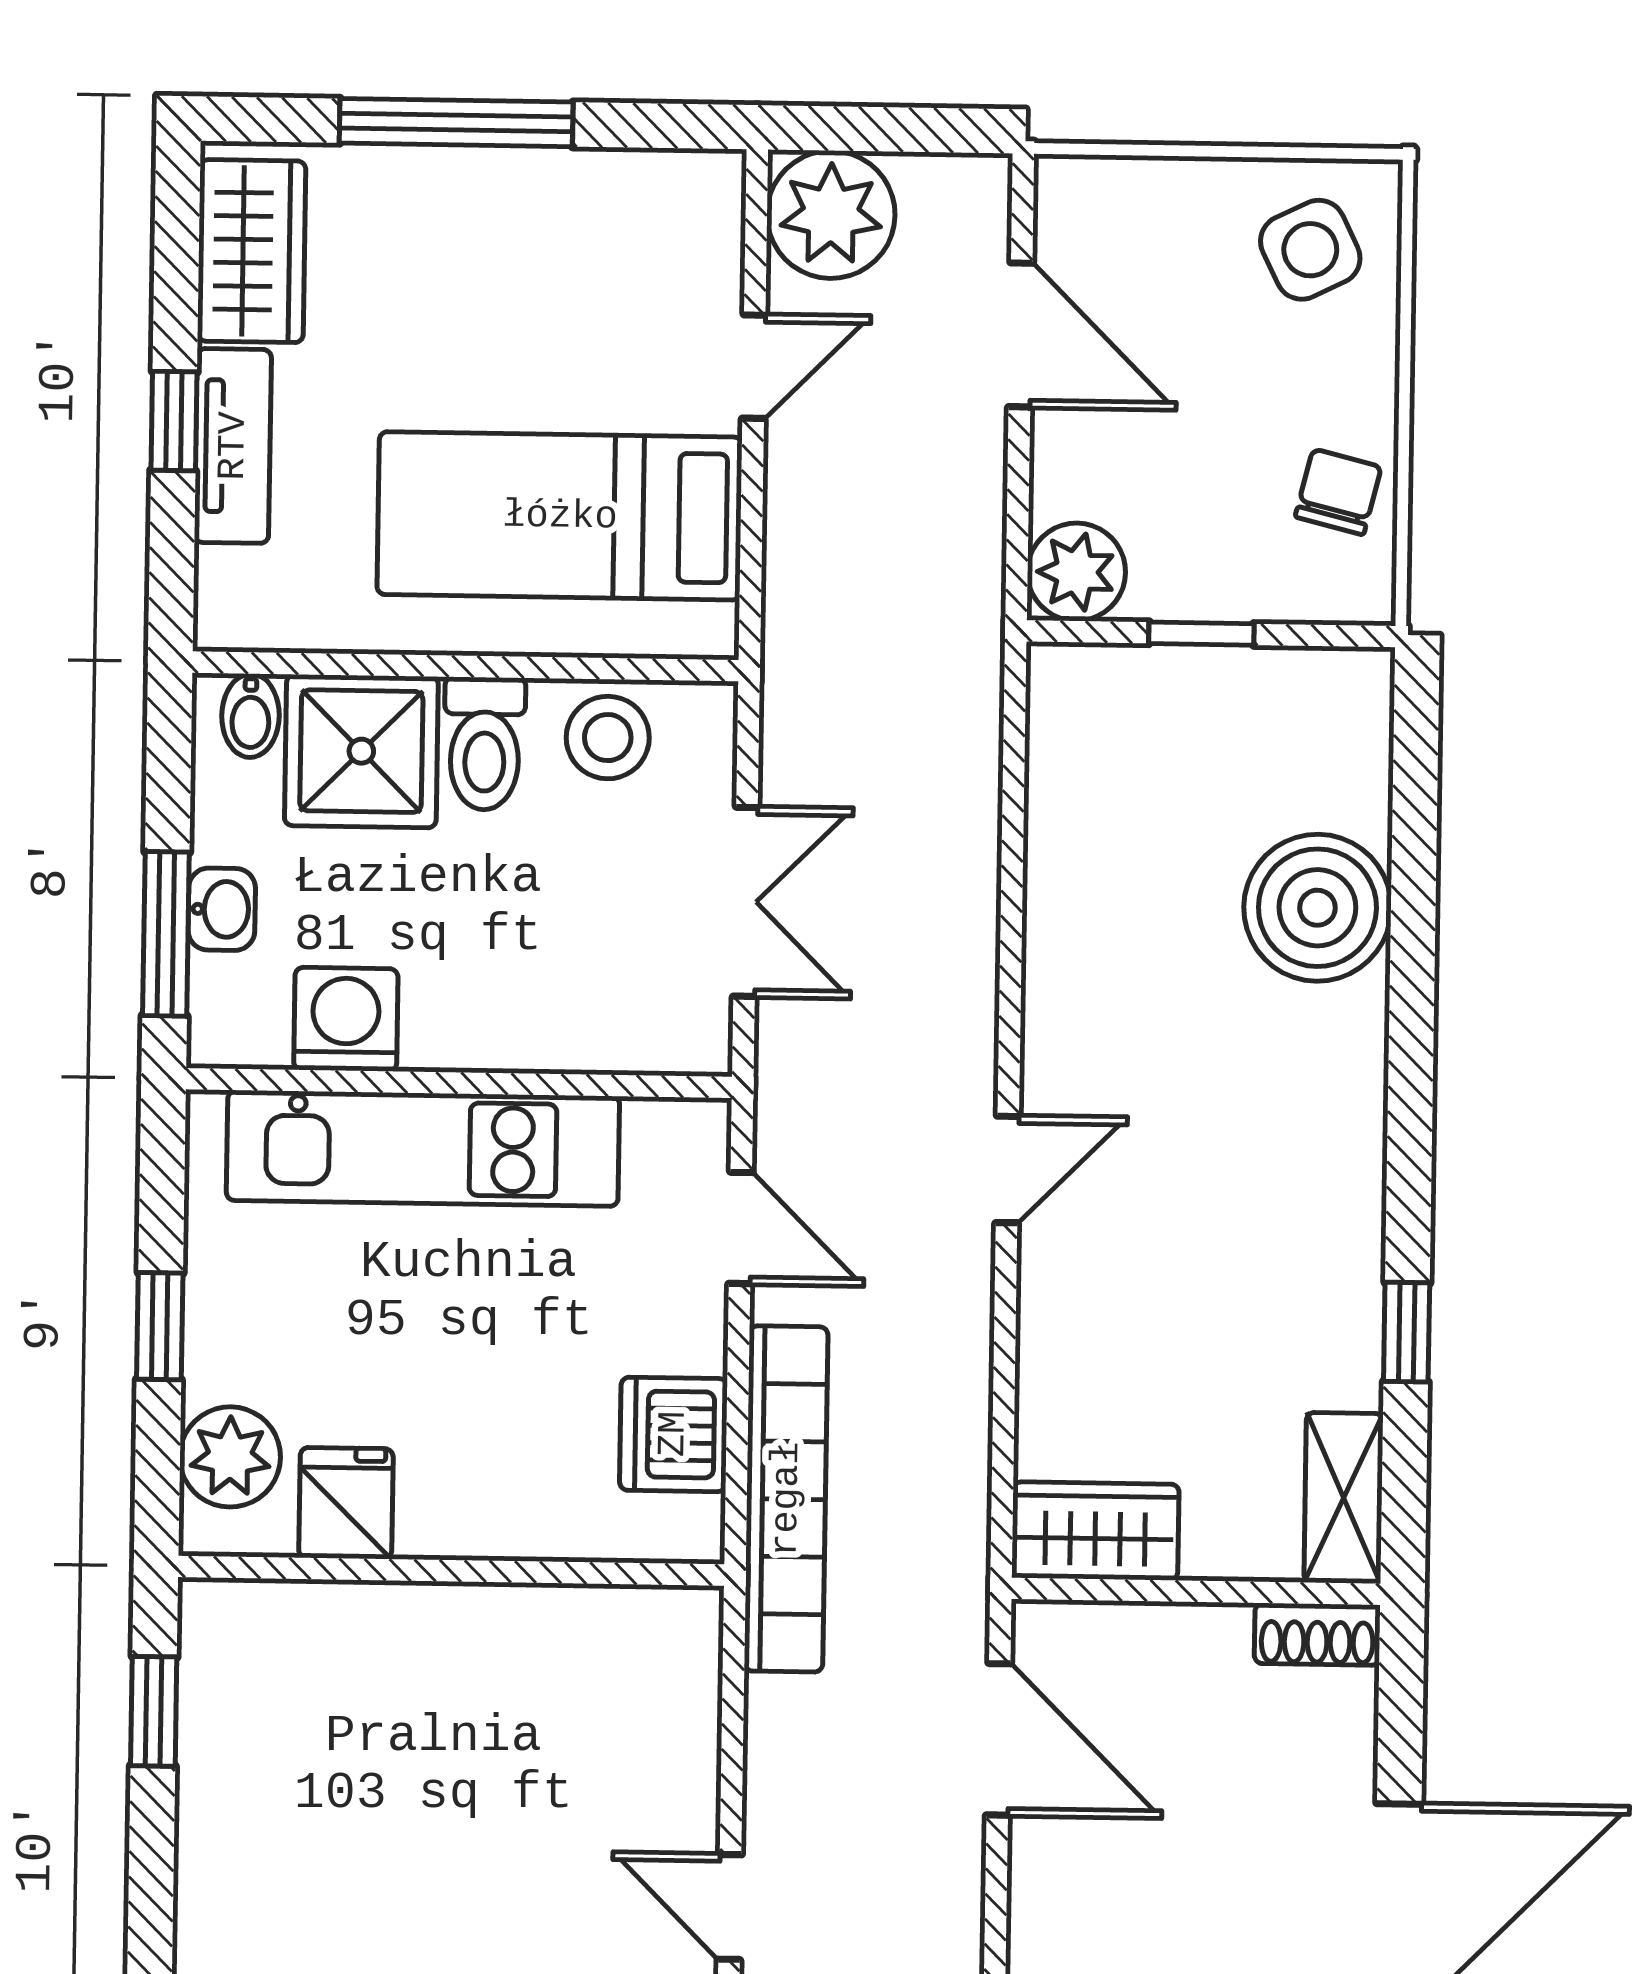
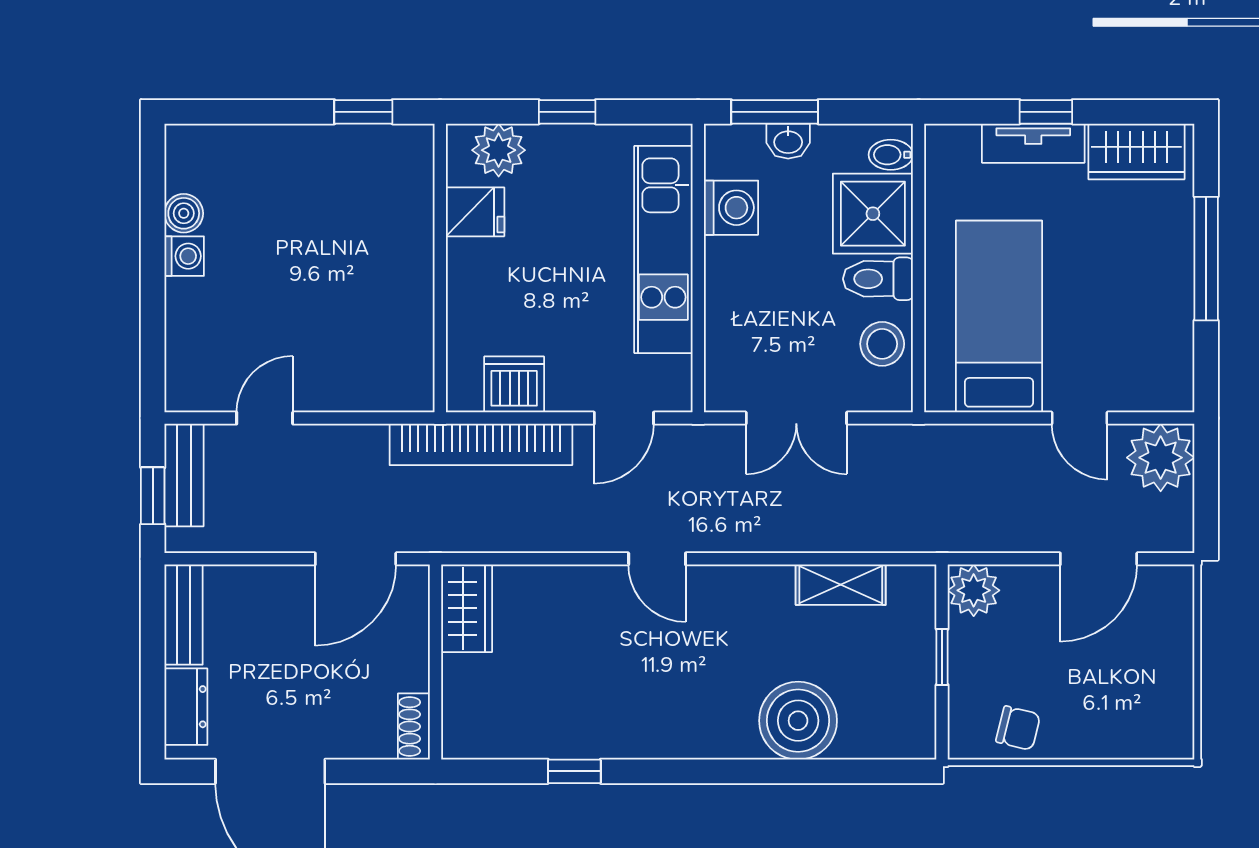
side table: (1310, 250) -> (1146, 711), removed
shelving: (1344, 1498) -> (841, 585), moved

